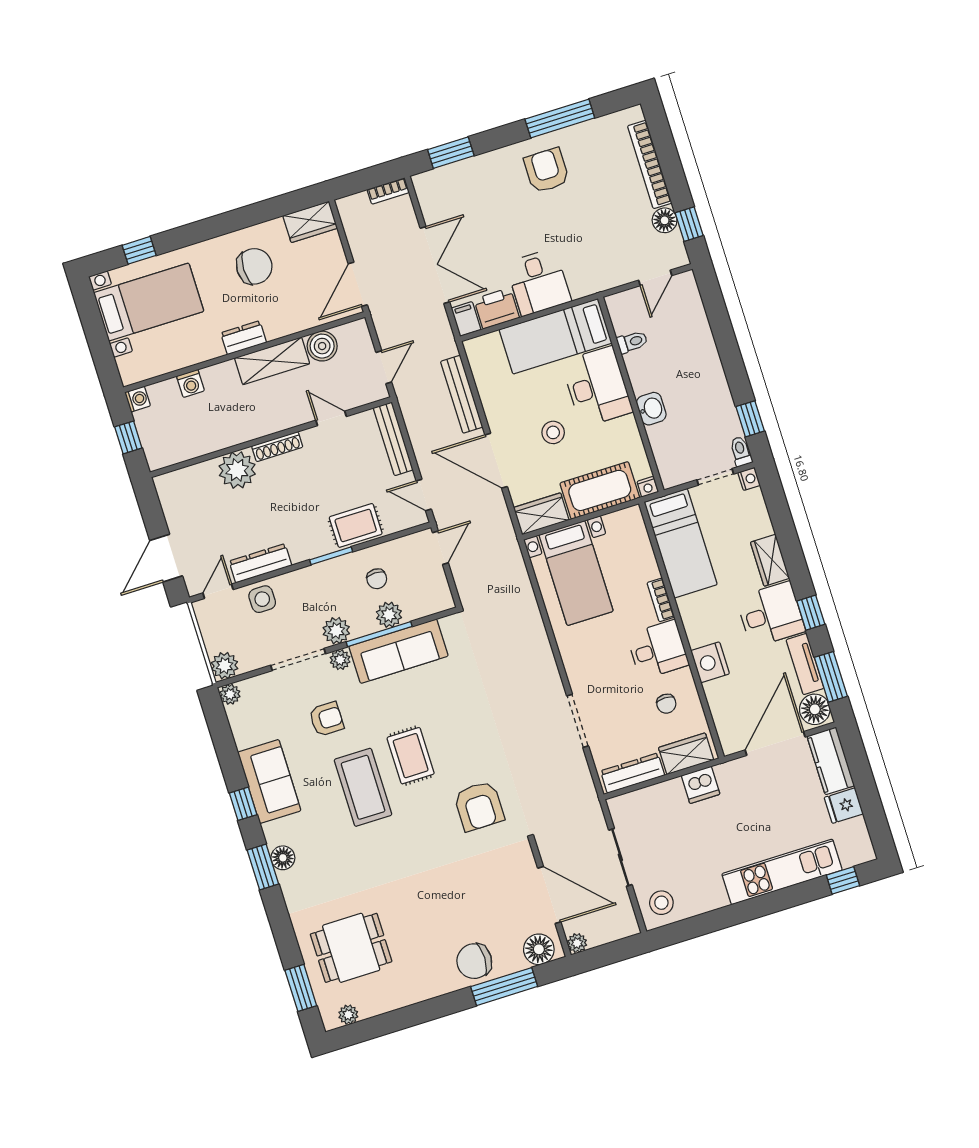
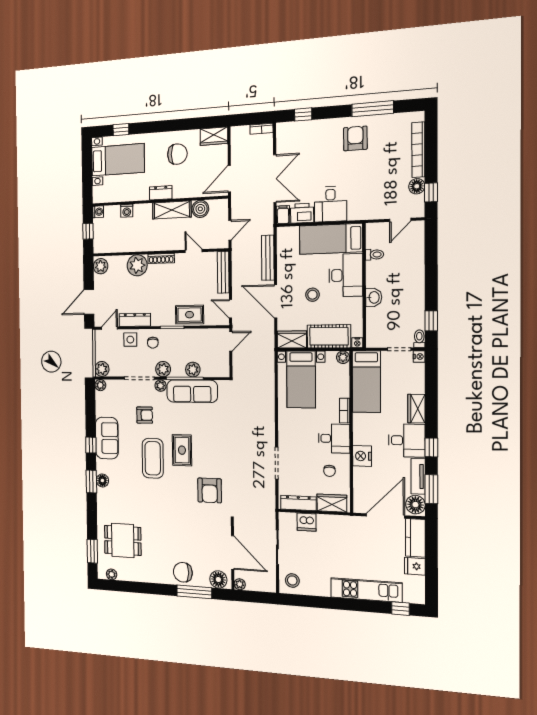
window: (451, 153) -> (303, 115), width x0.67
plant: (170, 490) -> (101, 266), added
plant: (632, 517) -> (343, 357), added
chair: (377, 579) -> (153, 343), moved
dishwasher: (701, 785) -> (307, 522), moved

